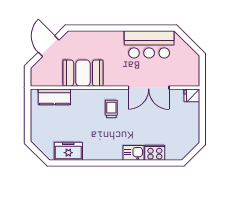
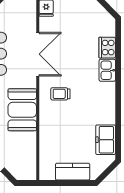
booth: (83, 73) -> (22, 110), moved
kitchen counter: (54, 97) -> (73, 172), moved, turned -90

